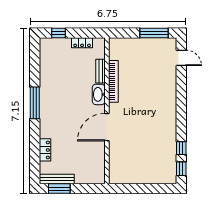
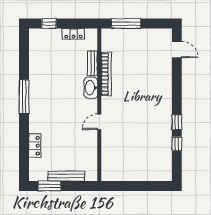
window: (154, 33) -> (126, 24), moved
door: (107, 127) -> (99, 122), width x0.53
window: (181, 169) -> (177, 122), moved
bench: (57, 179) -> (66, 176), moved

